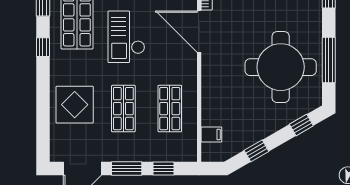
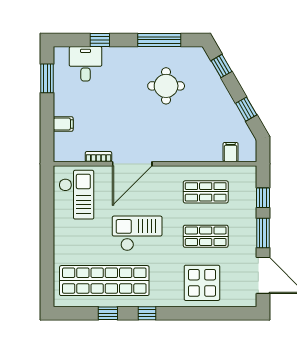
checkout: (126, 37) -> (137, 233), turned 180
round table: (281, 67) -> (166, 86), width x0.54, depth x0.54

